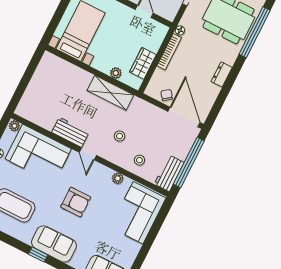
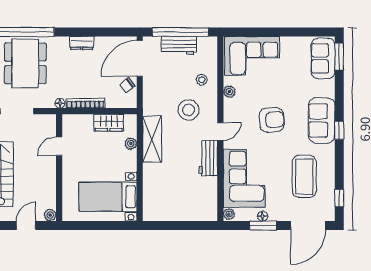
stool: (120, 136) -> (188, 110), width x1.89, depth x1.89
workbench: (169, 173) -> (179, 45), moved
armchair: (76, 202) -> (272, 120), turned 85

